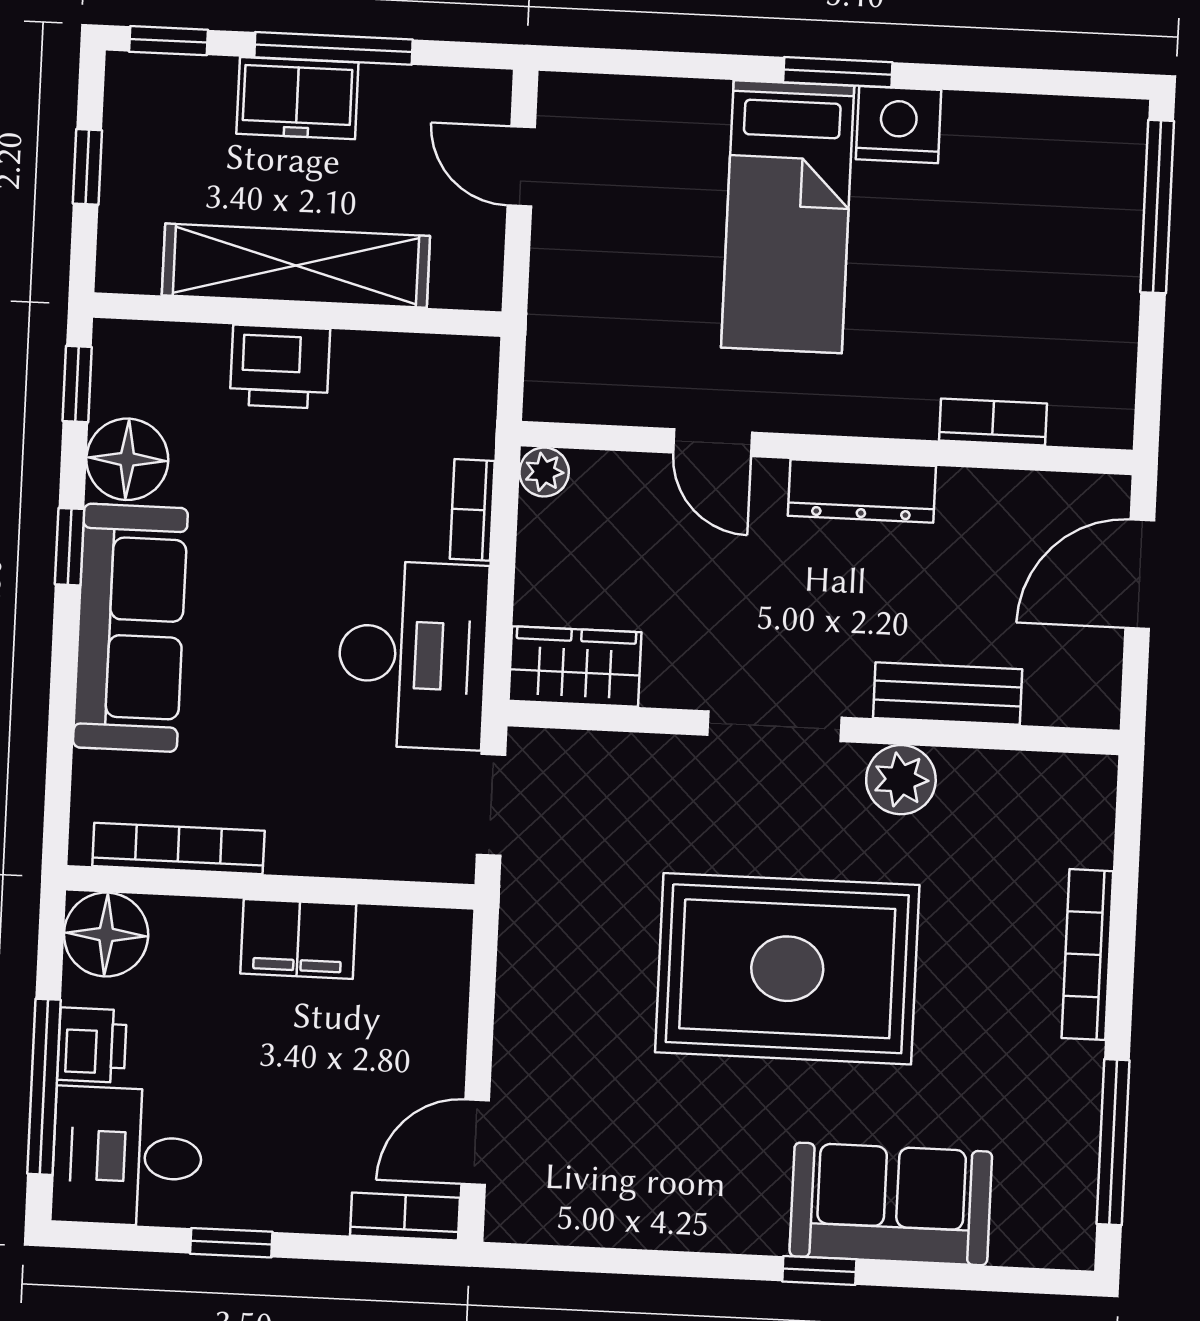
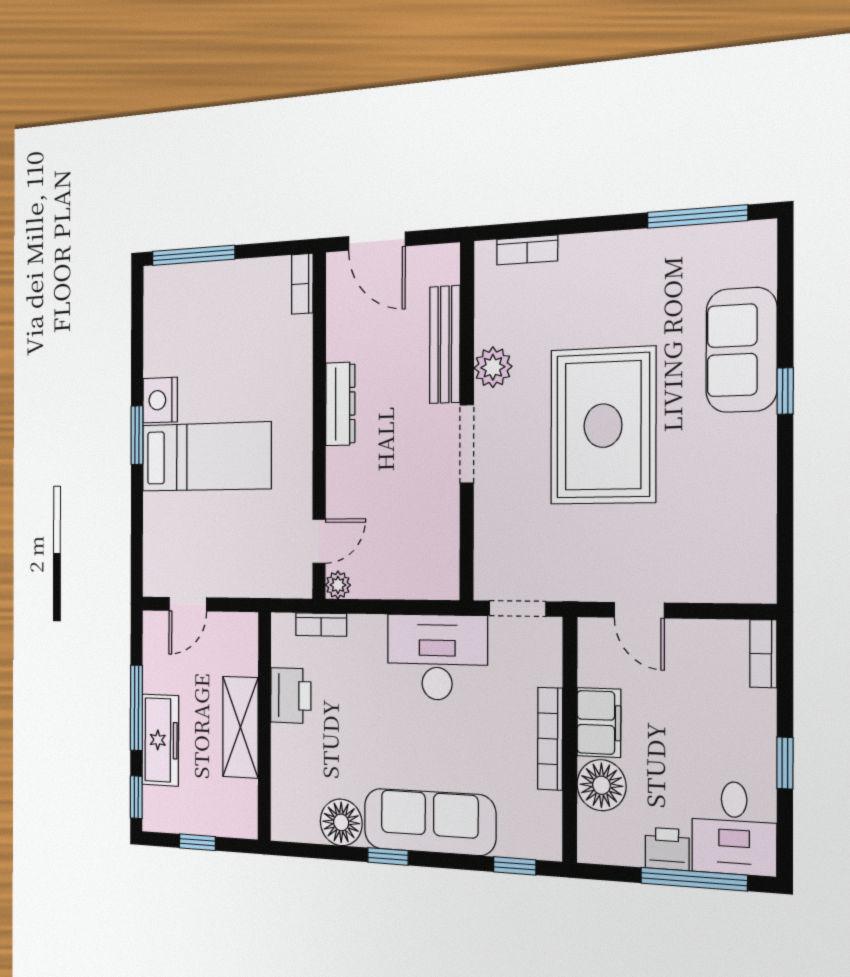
freezer: (297, 98) -> (160, 740), width x1.40
shelving: (296, 266) -> (240, 727), width x0.68
printer: (280, 367) -> (291, 695), moved
window: (77, 384) -> (515, 866), moved
bookcase: (993, 422) -> (302, 284), moved
door: (713, 443) -> (319, 541), moved
bookcase: (472, 510) -> (321, 624), moved
wardrobe: (575, 667) -> (439, 562), removed
bench: (948, 694) -> (445, 345), width x1.36
bookcase: (178, 848) -> (550, 739), moved
floor lamp: (106, 935) -> (601, 785), moved
bookcase: (1087, 955) -> (527, 250), moved, width x0.64
door: (475, 1142) -> (639, 610), moved

